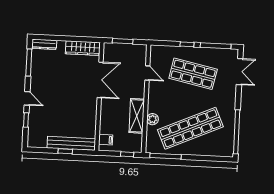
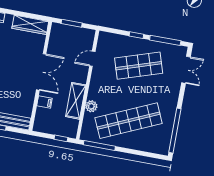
door: (147, 73) -> (92, 59), swing flipped
shop shelf: (193, 74) -> (139, 66), turned -30
double door: (100, 80) -> (41, 72), moved
filing cabinet: (106, 140) -> (44, 102), moved

